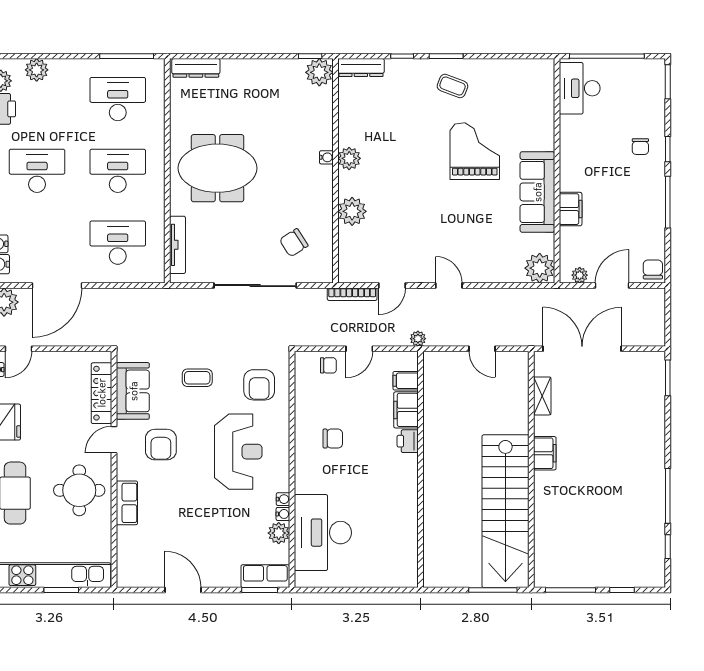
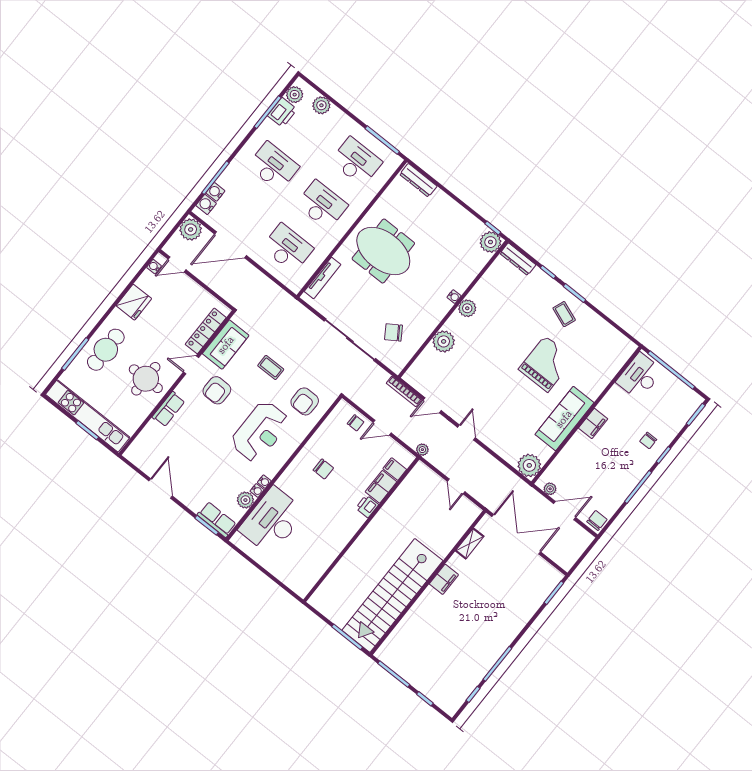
filing cabinet: (571, 209) -> (593, 423), moved

